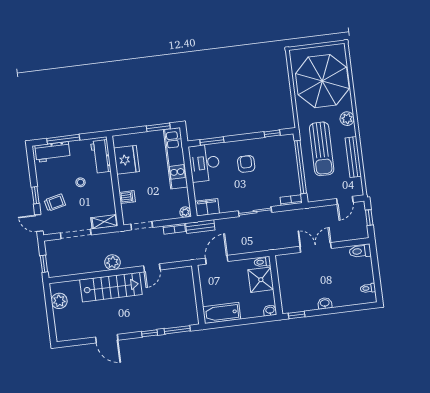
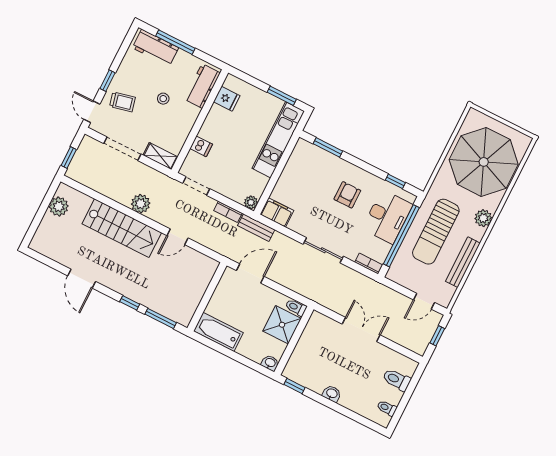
fridge: (127, 160) -> (227, 99), width x0.53, depth x0.75
desk: (204, 163) -> (387, 217), moved, turned 180
toilet: (360, 251) -> (397, 380), moved

